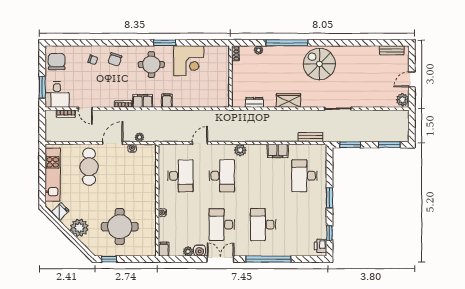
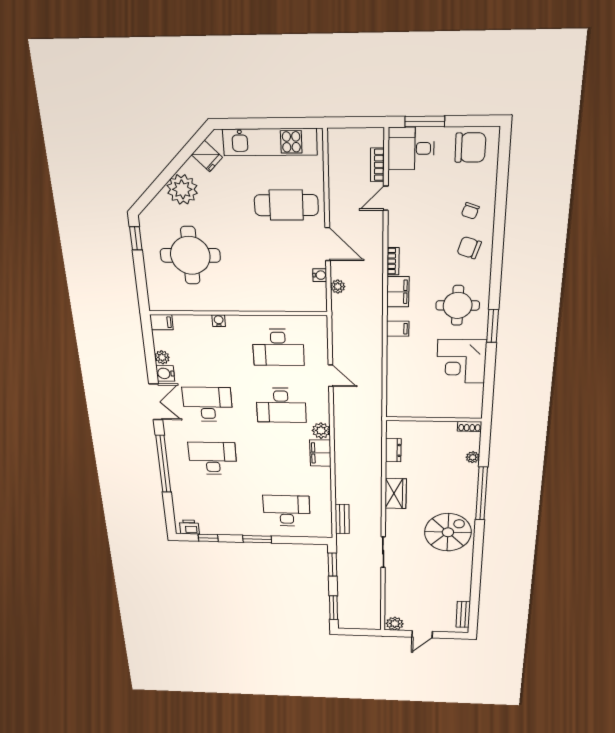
door: (412, 79) -> (422, 634), swing flipped
filing cabinet: (278, 151) -> (320, 453), moved

